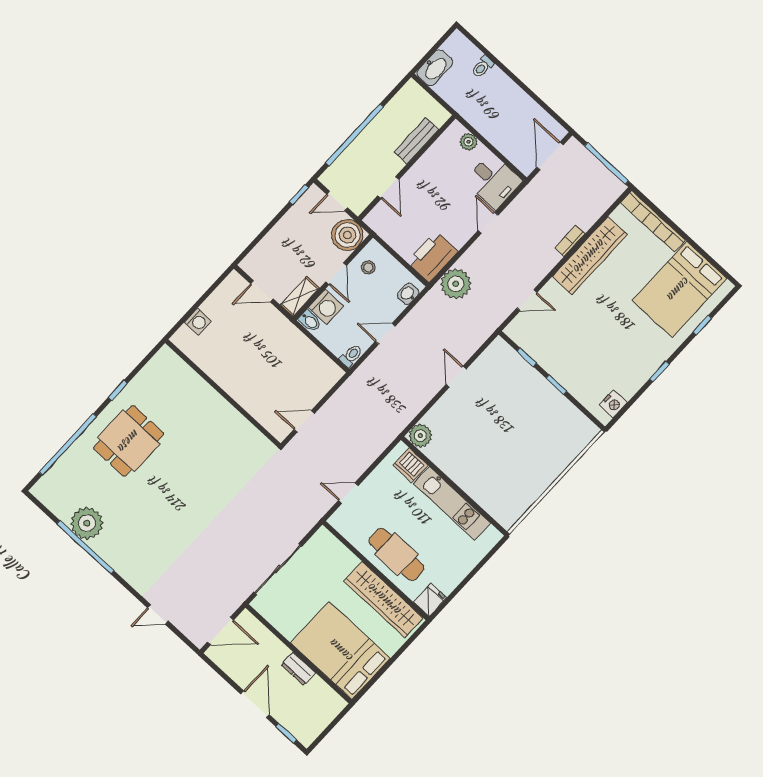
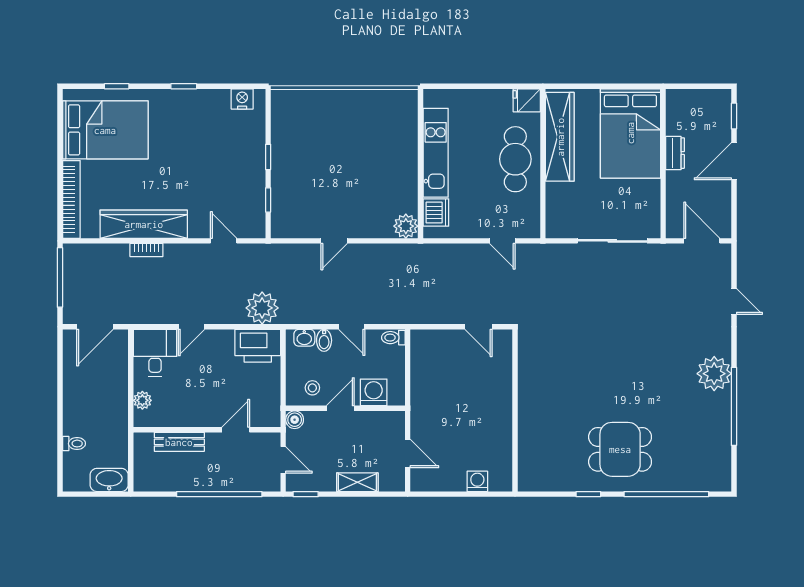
boiler: (347, 235) -> (295, 420), width x0.54, depth x0.54
shelving: (300, 297) -> (357, 482), moved
bidet: (310, 321) -> (324, 340), moved, turned 180
plant: (87, 523) -> (714, 374), moved

